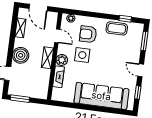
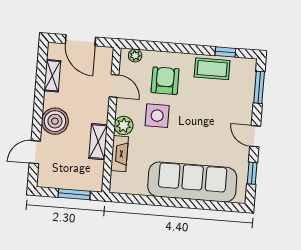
armchair: (88, 34) -> (165, 81), turned 90
shelving: (47, 58) -> (98, 142), moved
window: (20, 99) -> (74, 194), moved

